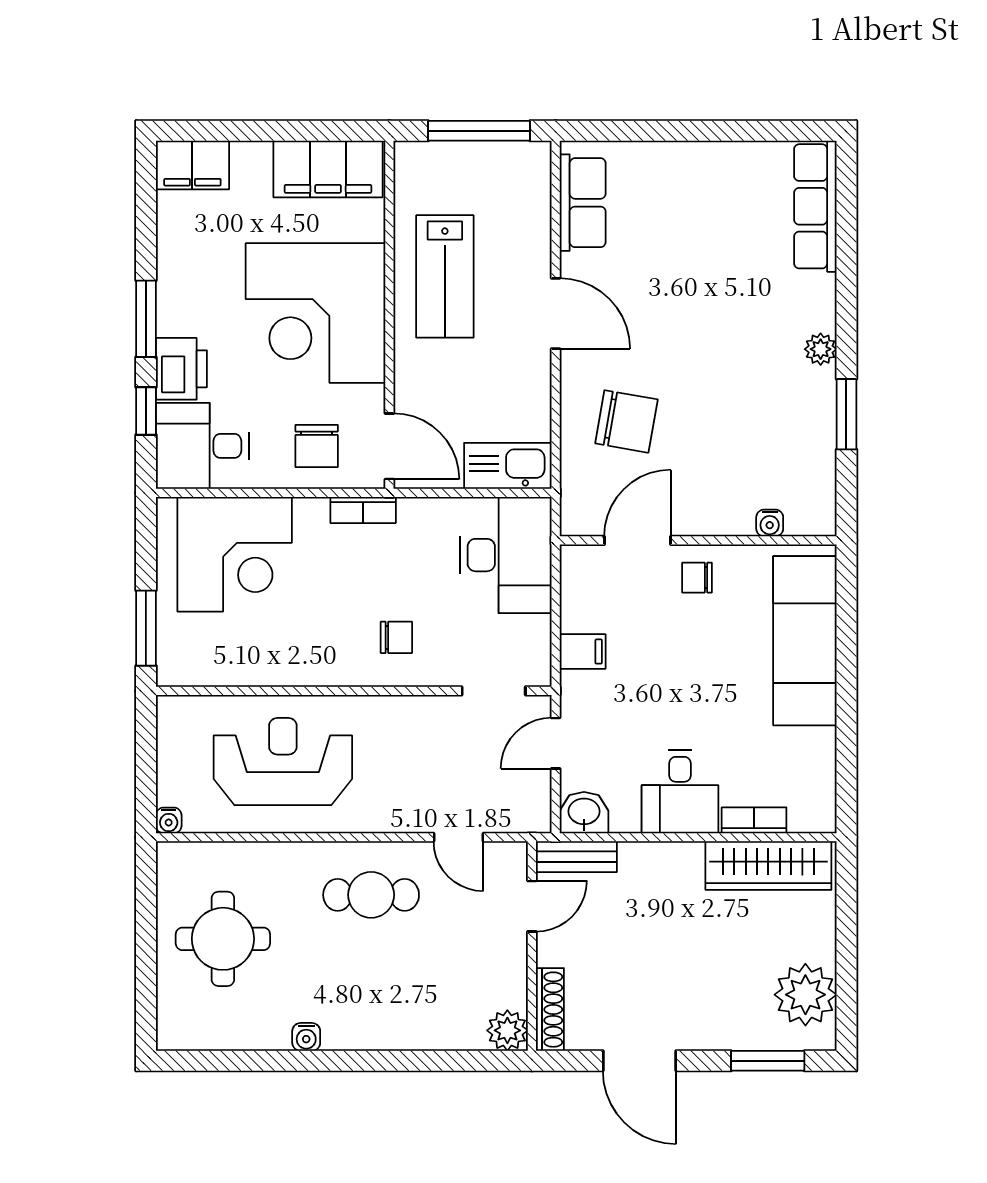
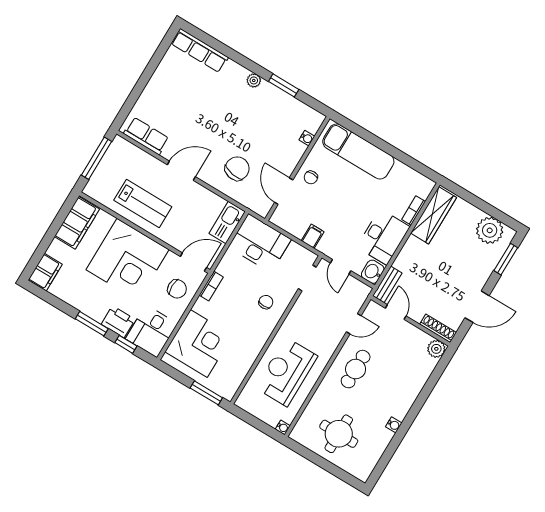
desk: (680, 792) -> (383, 237), width x1.37

